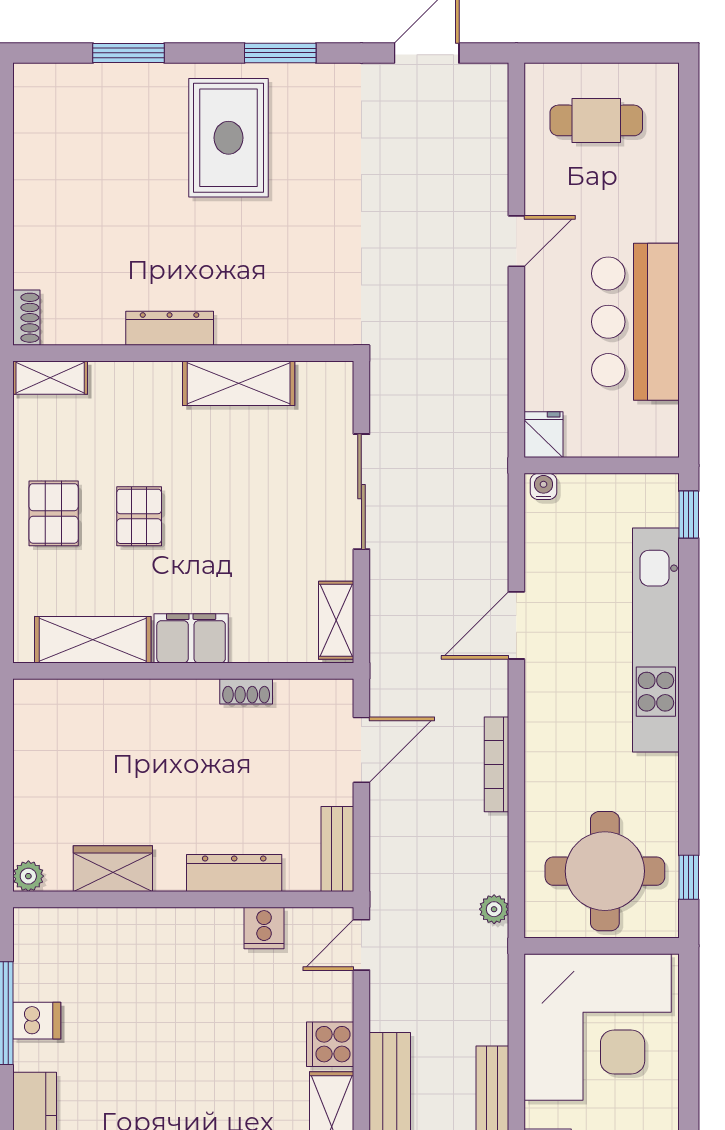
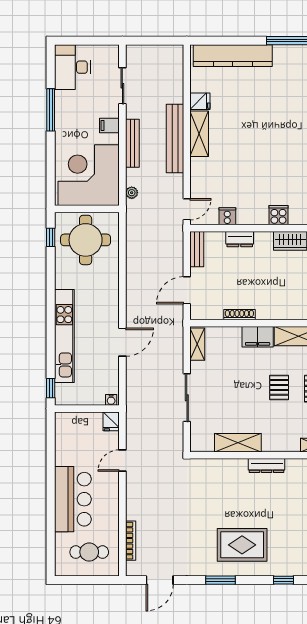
window: (129, 53) -> (284, 580), width x0.67
rug: (228, 138) -> (242, 545), turned 90
door: (516, 241) -> (122, 461), moved
bar counter: (635, 322) -> (73, 499), moved
shoe rack: (246, 691) -> (239, 315), width x1.43
bookcase: (496, 764) -> (131, 541), moved
dresser: (234, 873) -> (240, 239), width x0.70
plant: (494, 909) -> (132, 193), moved
cooker: (330, 1044) -> (278, 215), moved, turned -90

